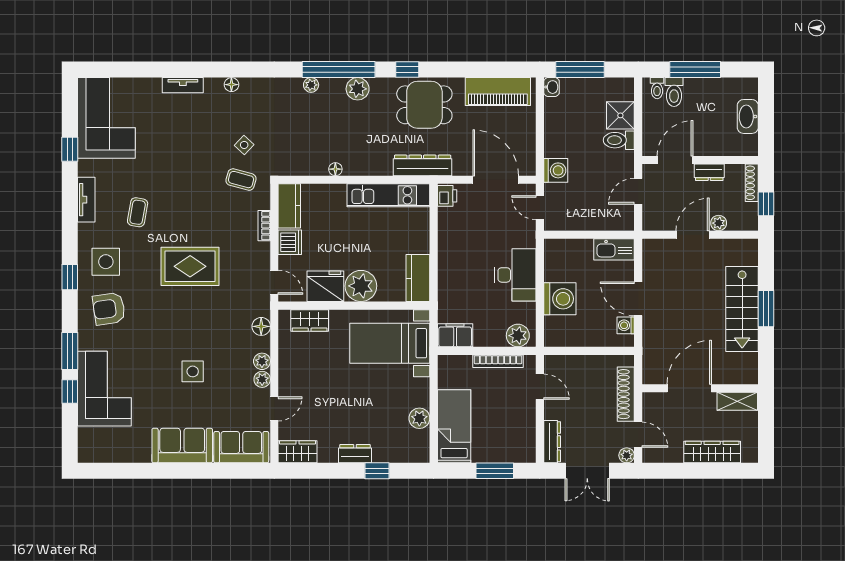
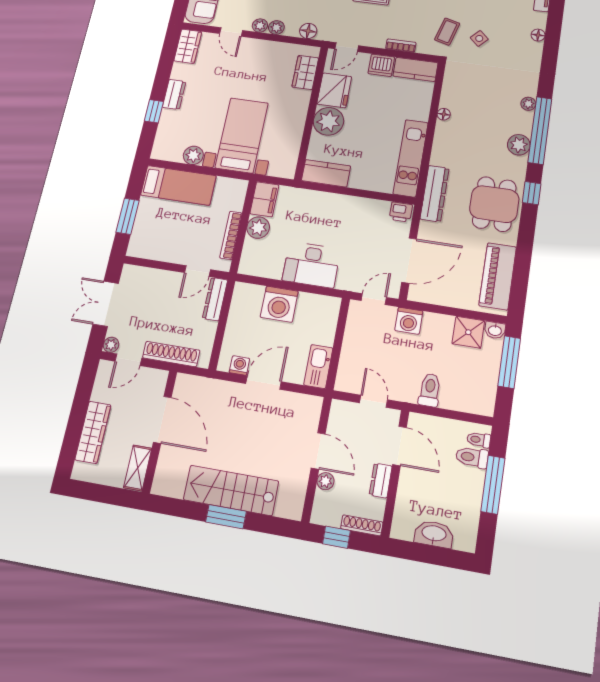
shower: (620, 115) -> (468, 332), moved
plant: (518, 336) -> (258, 228), moved
bed with nightstands: (390, 343) -> (242, 135), moved
dresser: (552, 442) -> (215, 299), moved, turned 90

